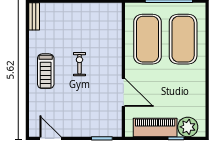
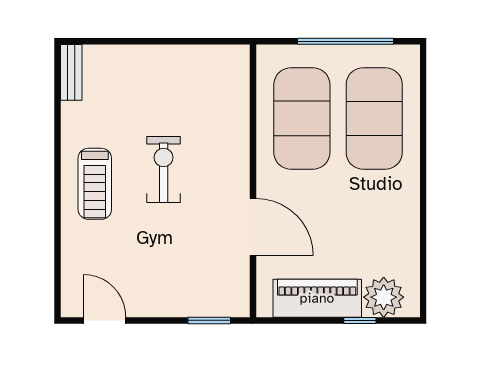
exercise bike: (79, 64) -> (164, 169), width x1.38, depth x1.39

